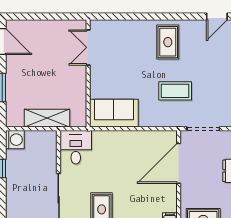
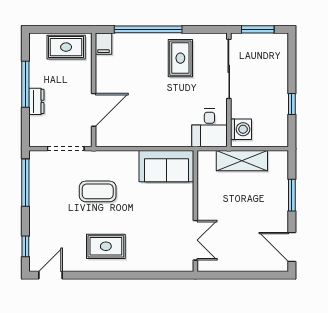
rug: (168, 42) -> (106, 246), turned 90
washing machine: (15, 140) -> (241, 129), moved, turned 180
door: (179, 163) -> (94, 110), width x0.73

